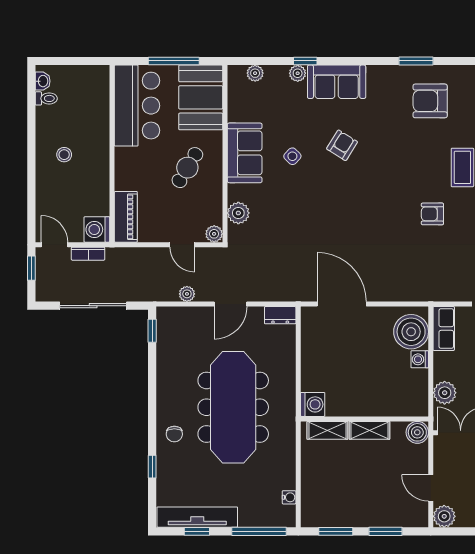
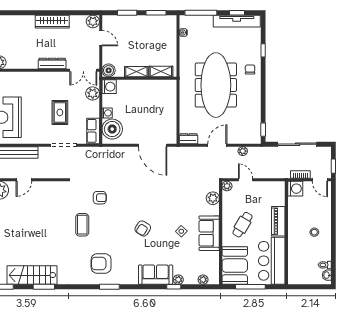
armchair: (430, 101) -> (101, 263), turned 180
armchair: (342, 145) -> (143, 228), moved
piano: (126, 217) -> (278, 221), moved
washing machine: (313, 404) -> (109, 87), moved, turned 180

